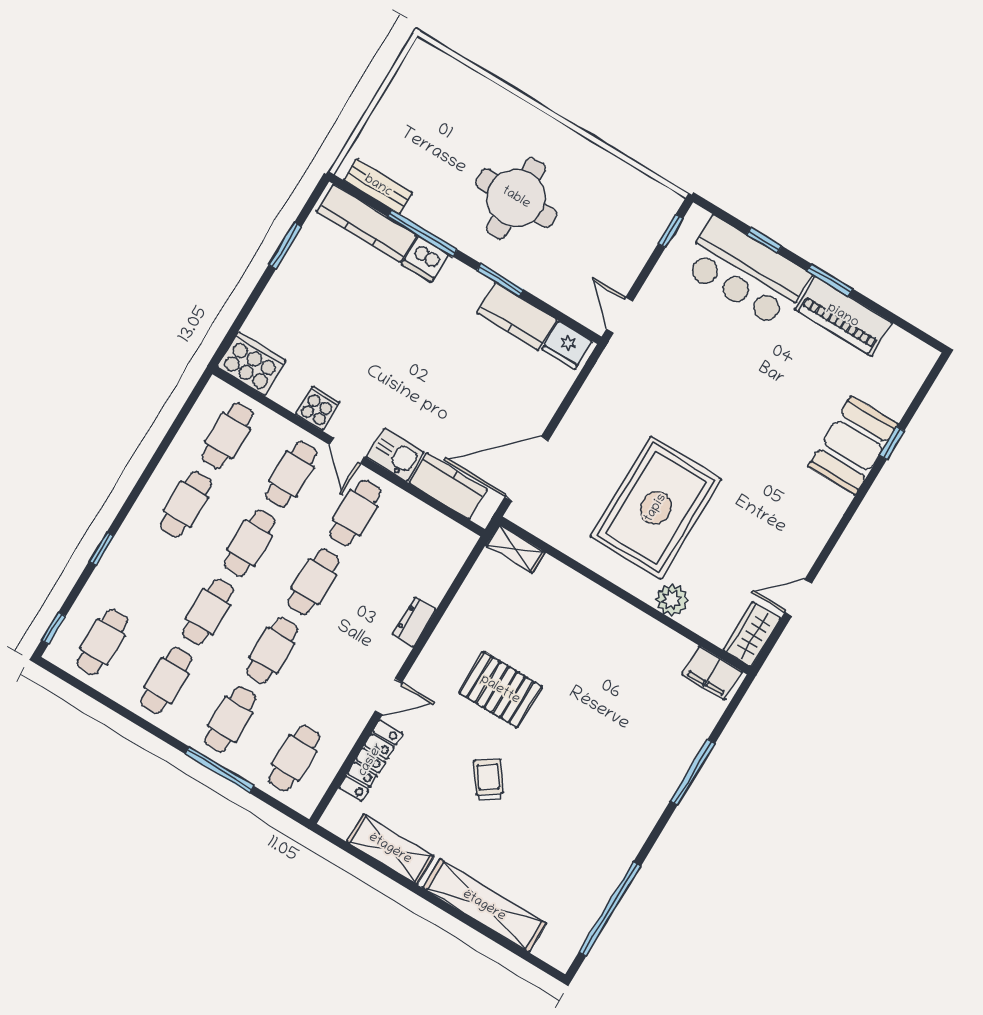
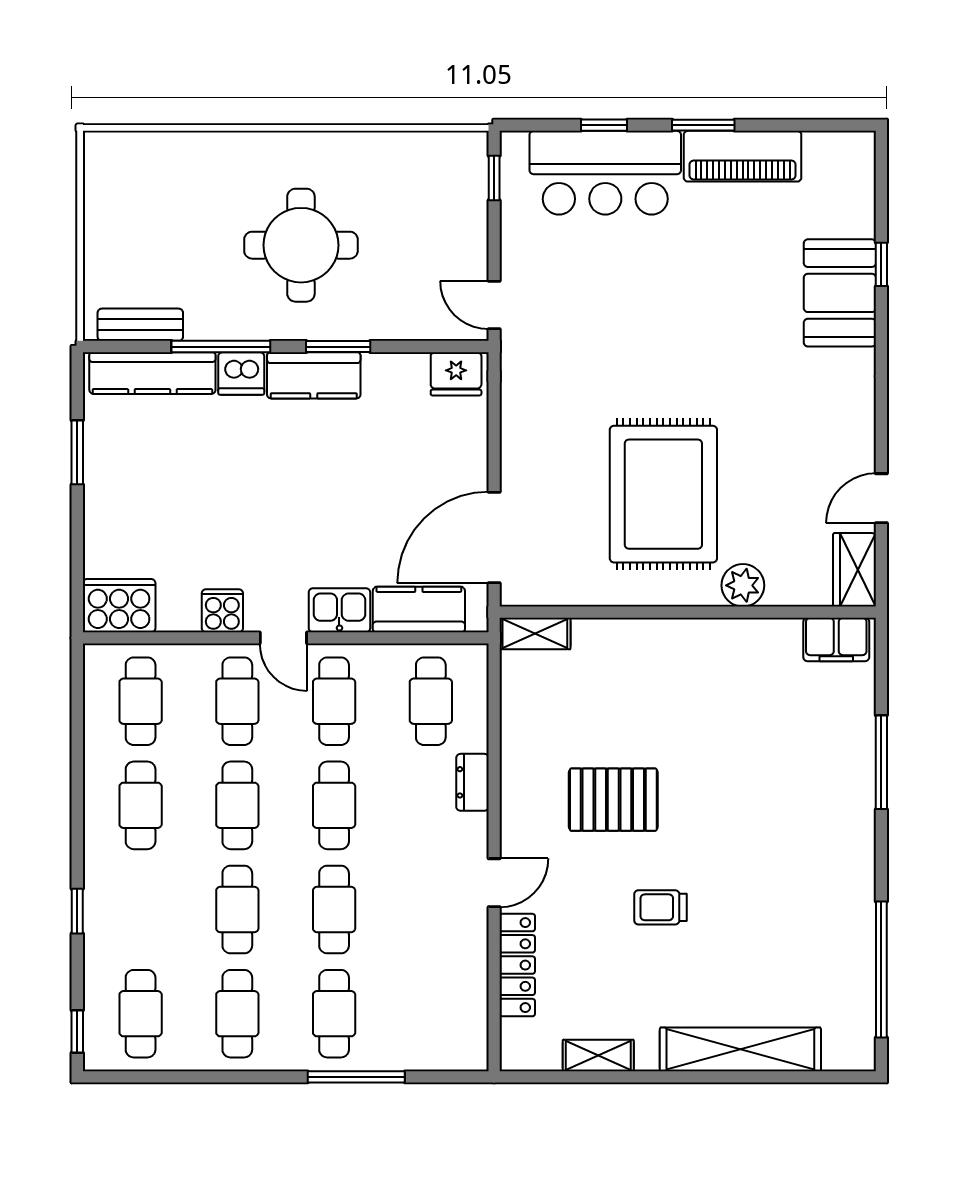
kitchen counter: (517, 316) -> (314, 375), moved
cafe table: (294, 758) -> (431, 701), moved
trolley: (489, 780) -> (660, 907), turned -55
shelving: (390, 849) -> (598, 1055), width x0.67, depth x0.75

